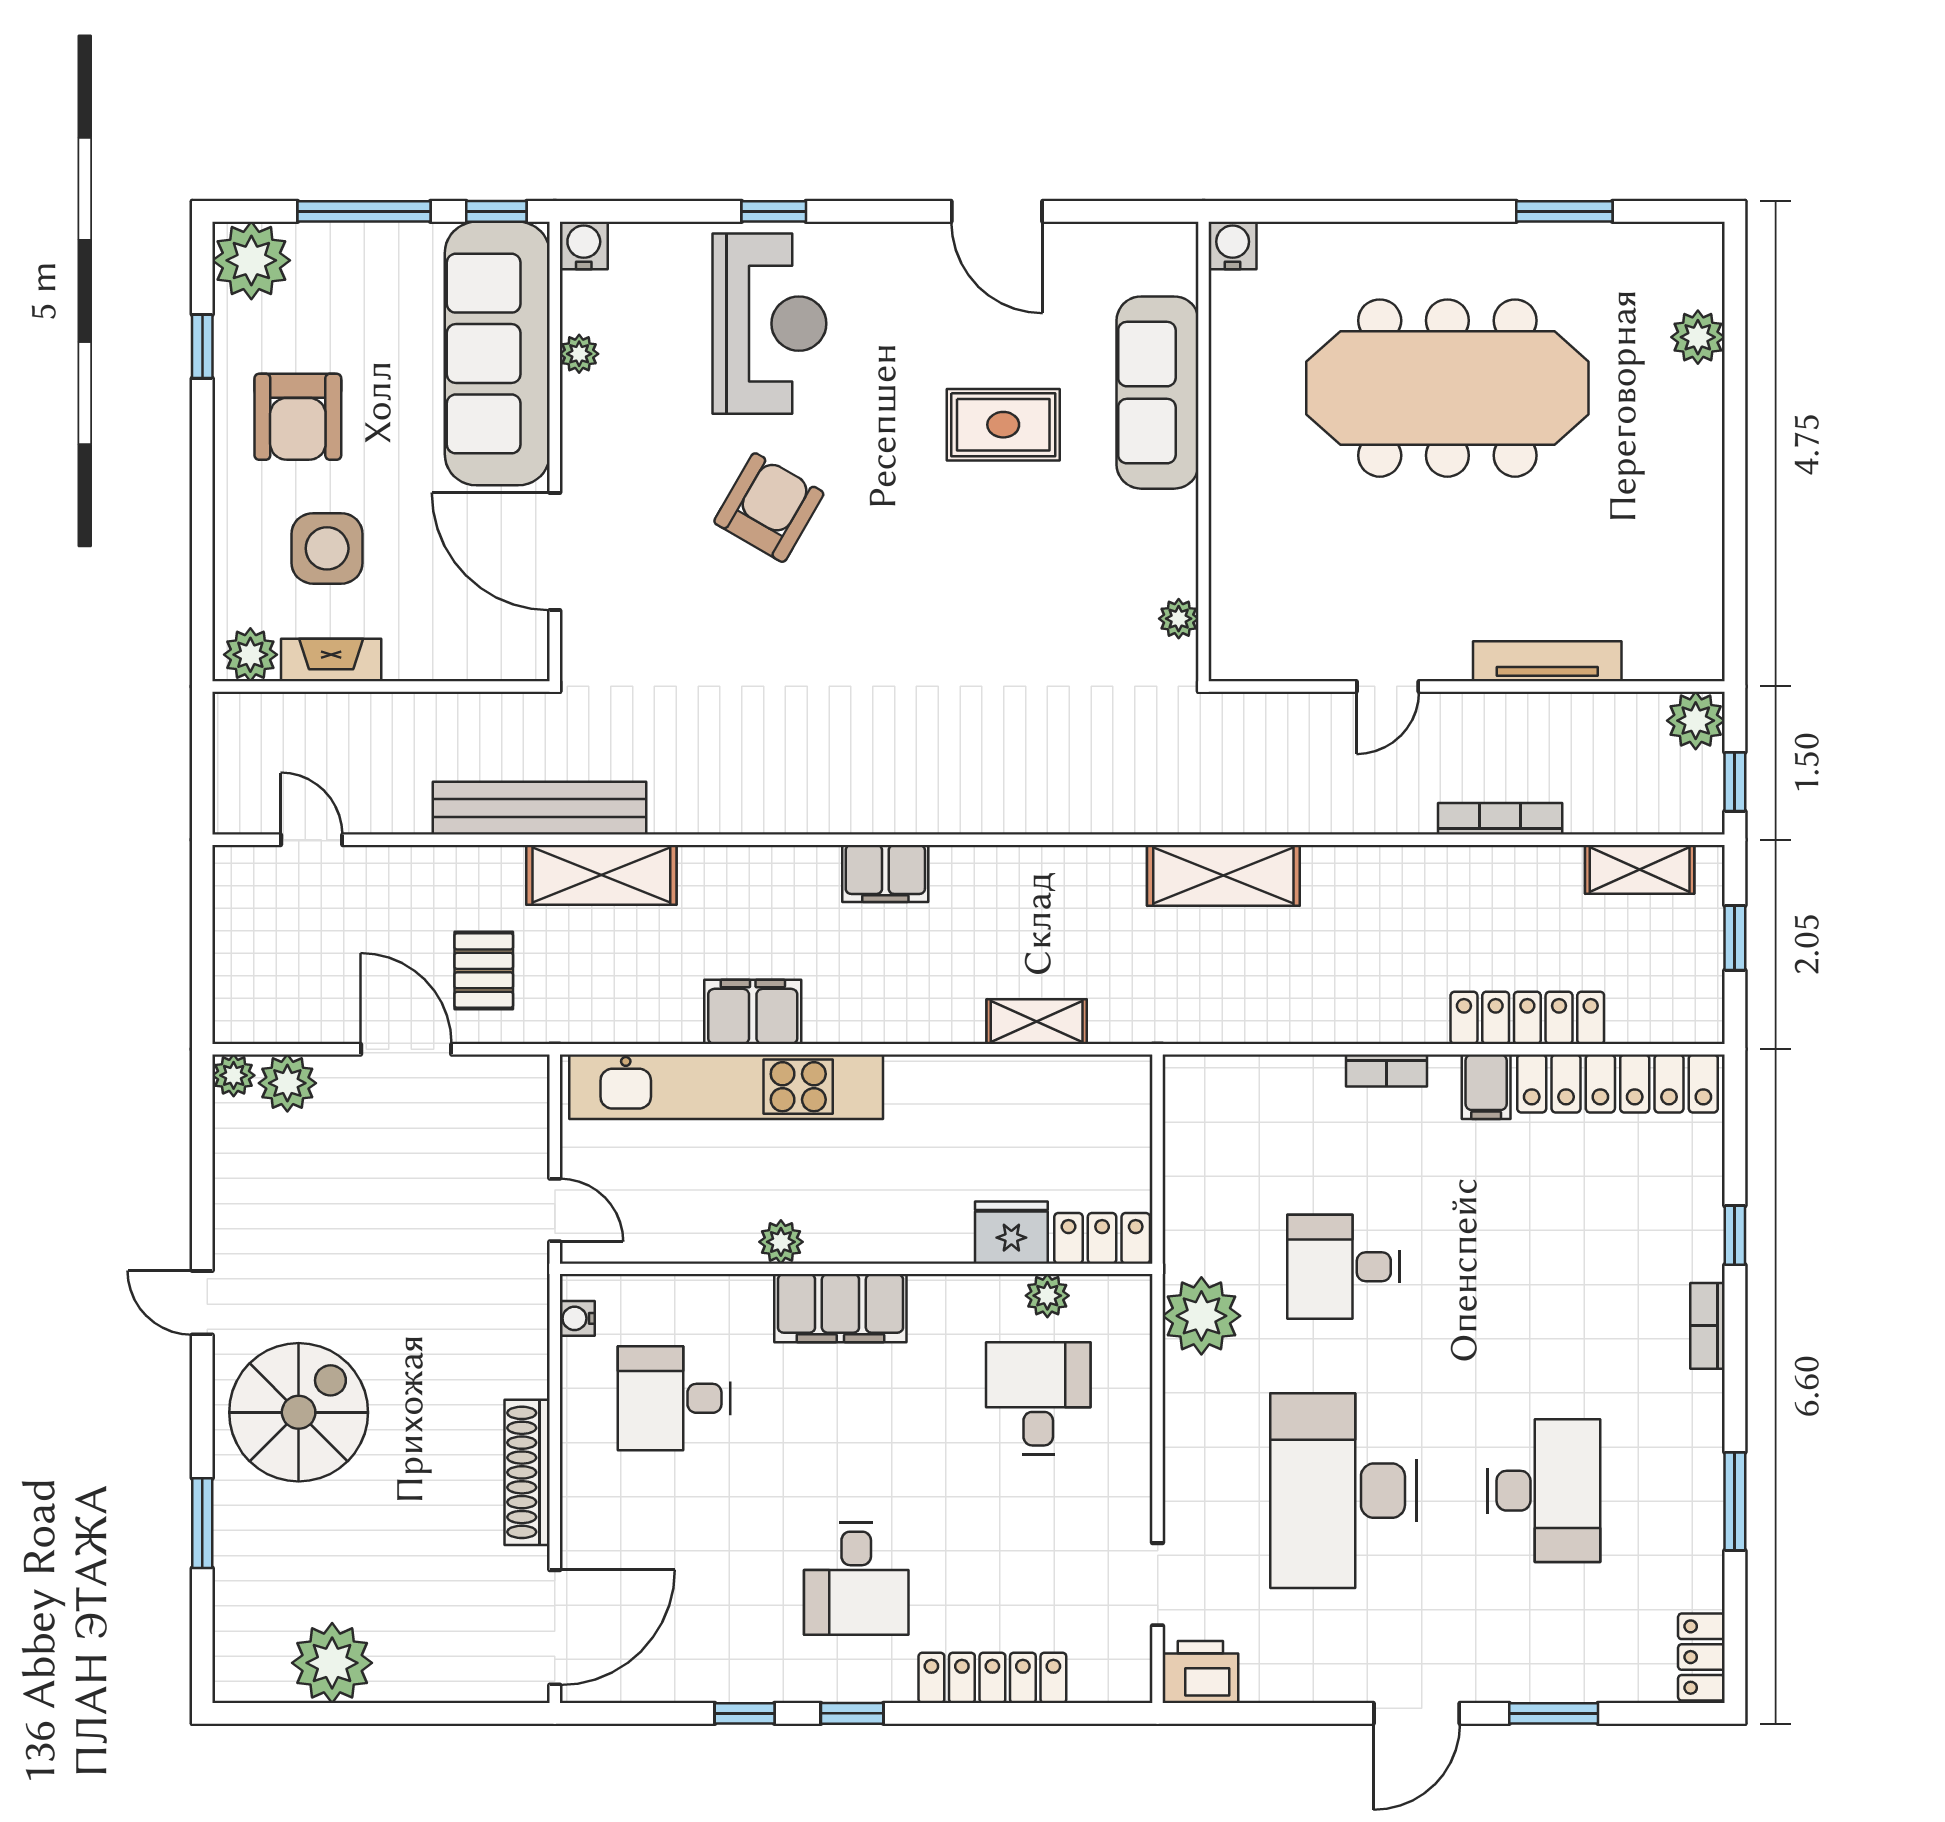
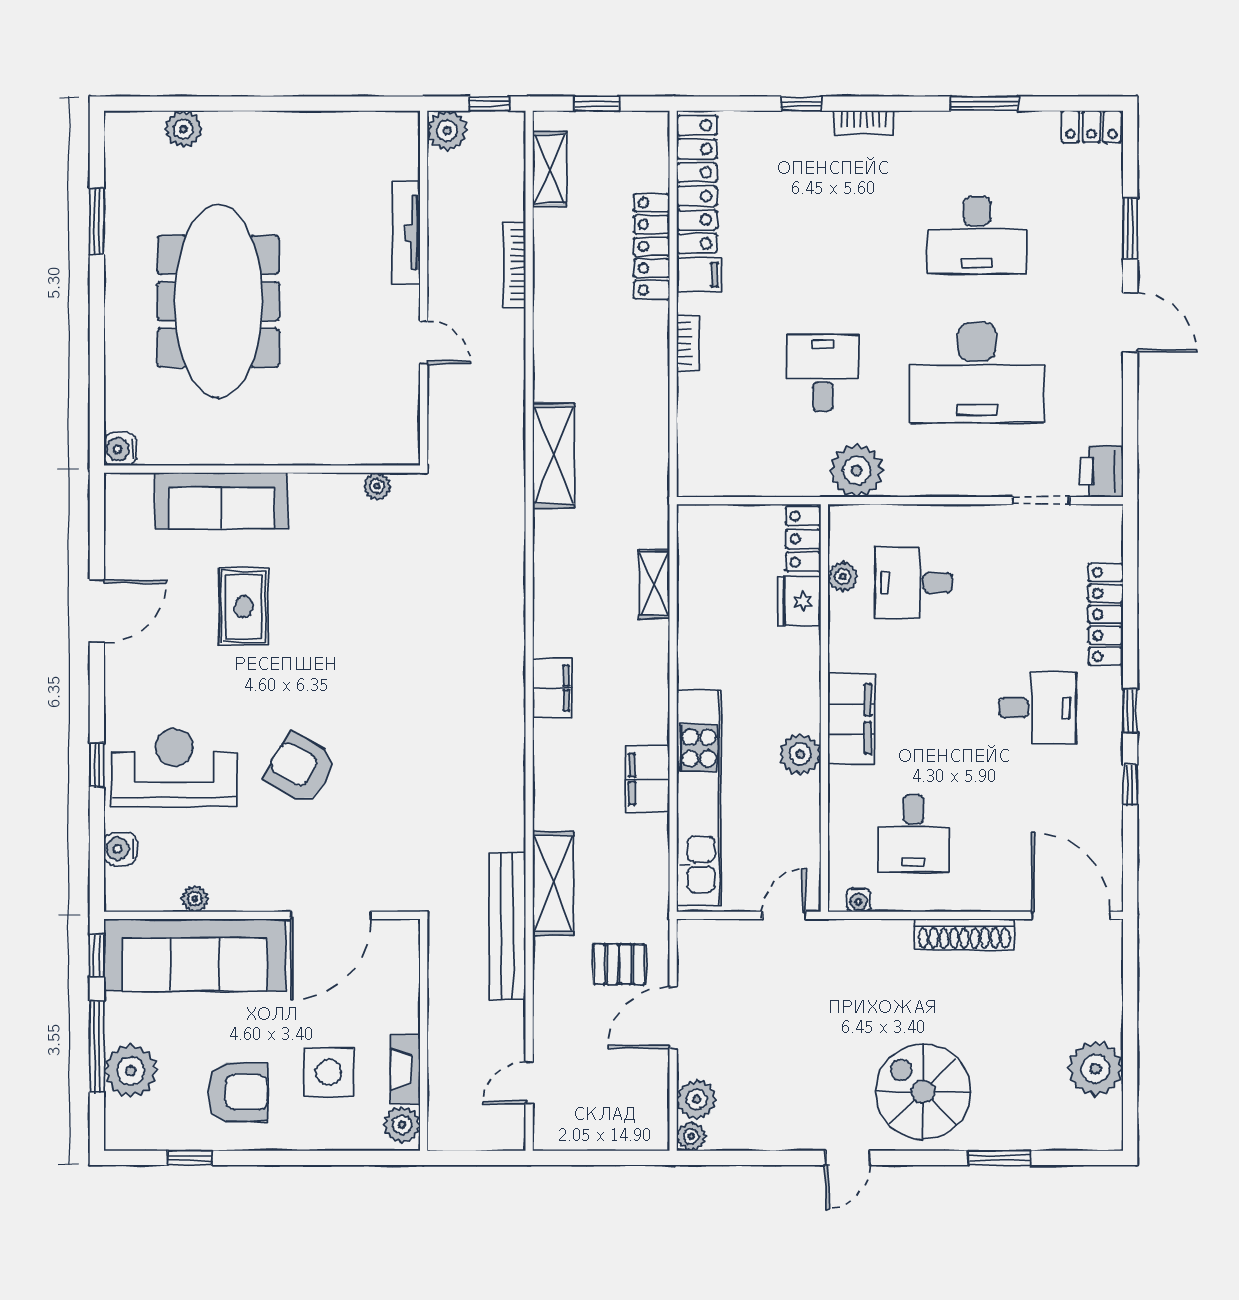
water cooler: (584, 246) -> (120, 849), moved
plant: (251, 260) -> (131, 1071), moved
plant: (781, 1242) -> (800, 754), width x1.38, depth x1.38
desk: (1343, 1267) -> (823, 373), turned 180
desk: (1544, 1491) -> (977, 235), turned 180

